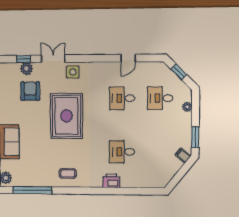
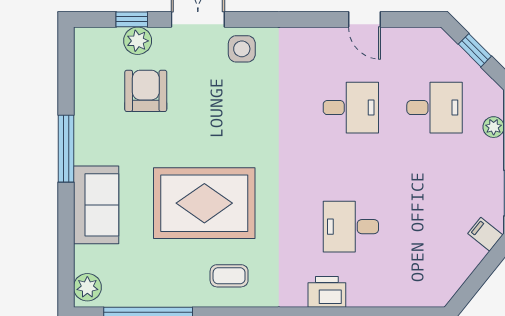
door: (128, 58) -> (364, 19), hinge flipped
desk: (122, 98) -> (351, 108), turned 180
desk: (160, 98) -> (435, 108), turned 180
rug: (66, 116) -> (204, 203), moved, turned 90

